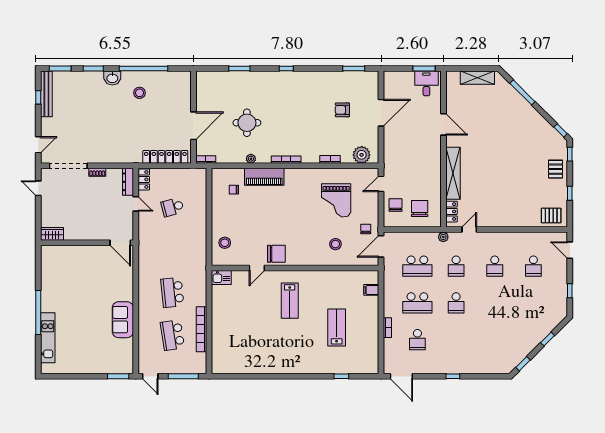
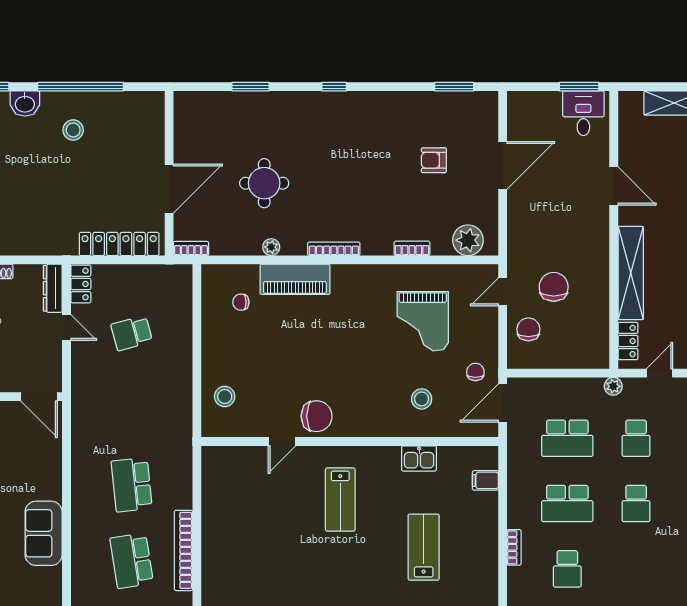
chair: (420, 209) -> (554, 287), moved
kitchen sink: (221, 278) -> (419, 458), moved

